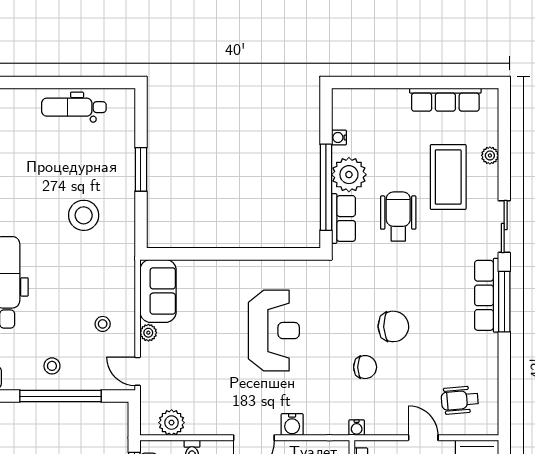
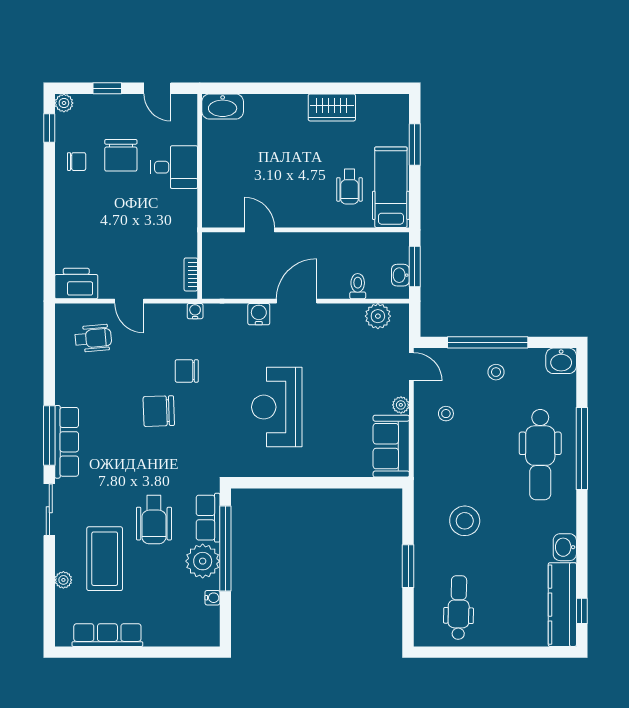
dental chair: (74, 107) -> (459, 608), moved, turned -89

